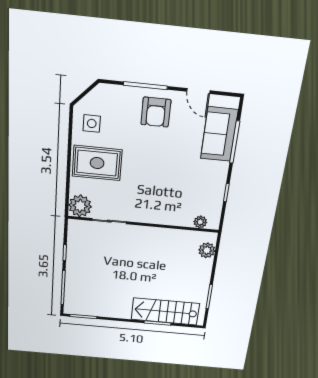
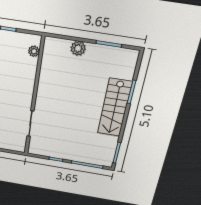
plant: (80, 206) -> (17, 143), removed
plant: (207, 250) -> (78, 48), moved
stairs: (165, 311) -> (115, 108), moved

